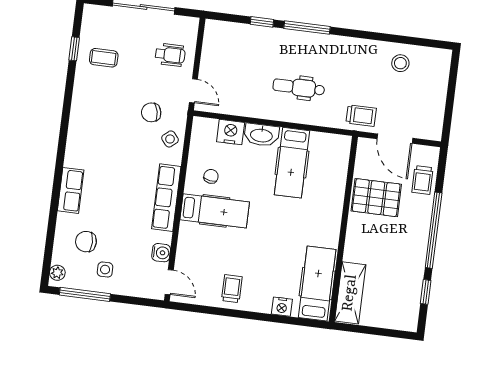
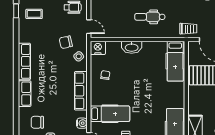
nightstand: (231, 132) -> (98, 48), moved
row of seats: (77, 136) -> (24, 61), added
hospital bed: (292, 163) -> (175, 61), moved
hospital bed: (215, 211) -> (110, 114), moved

